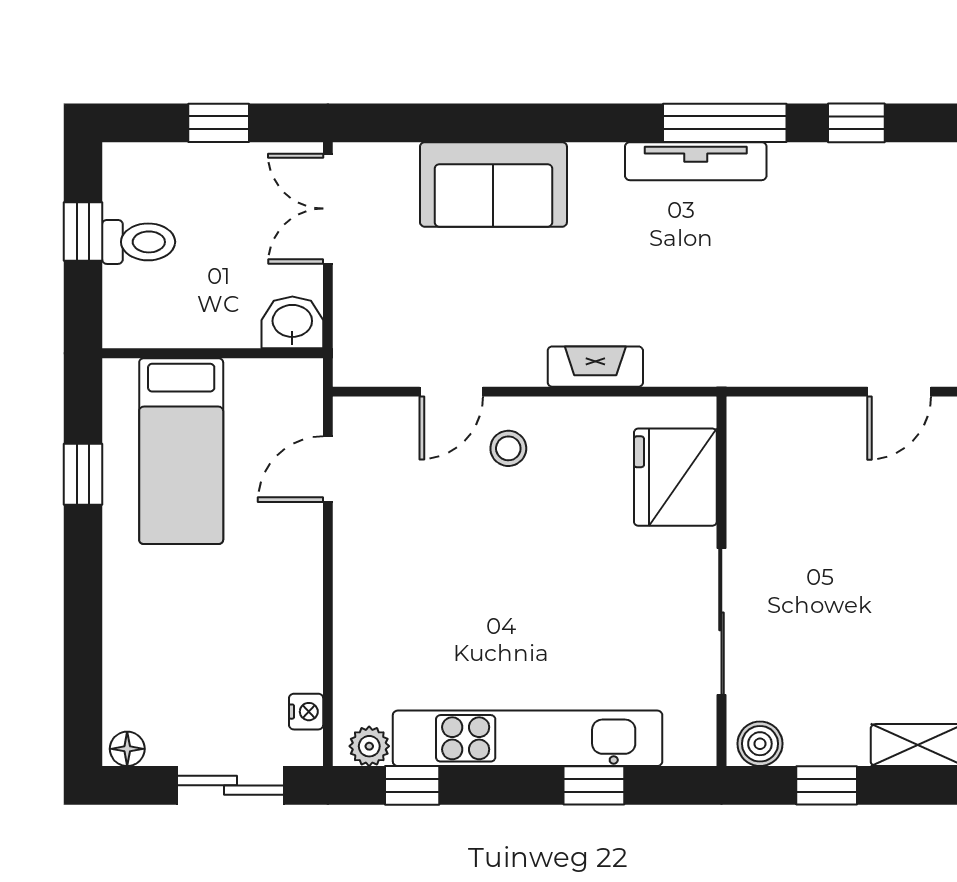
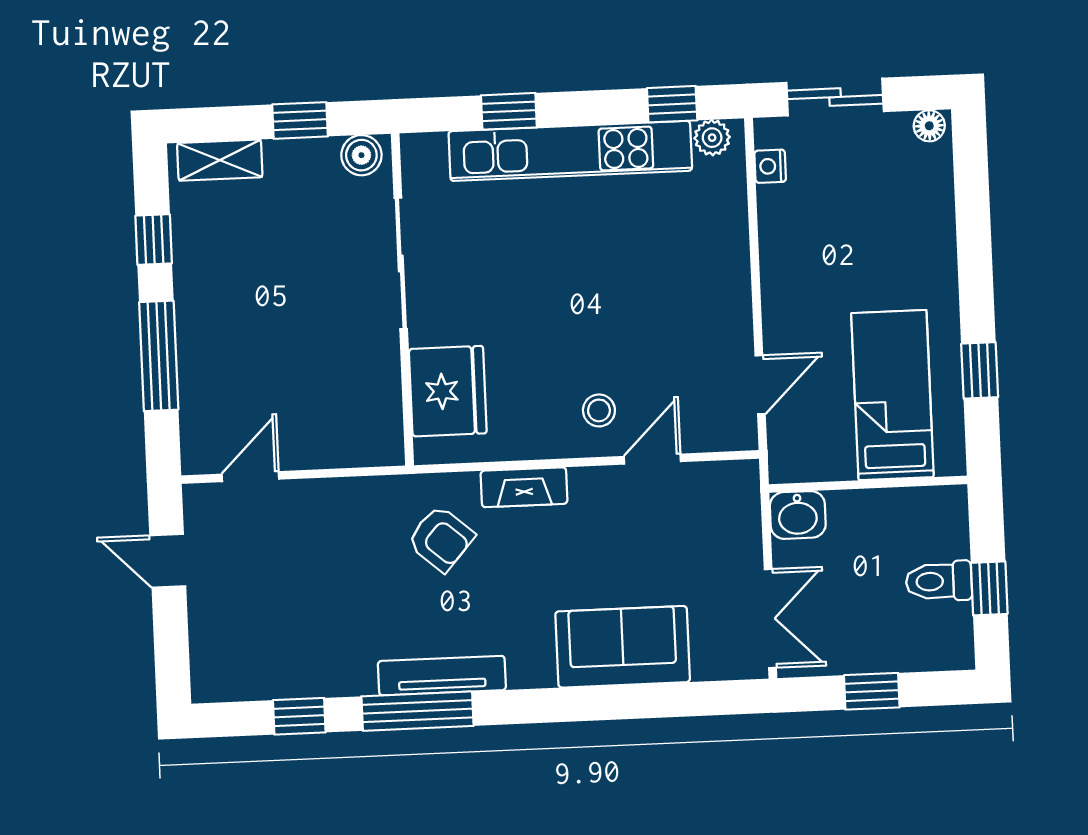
armchair: (690, 313) -> (441, 539), added

